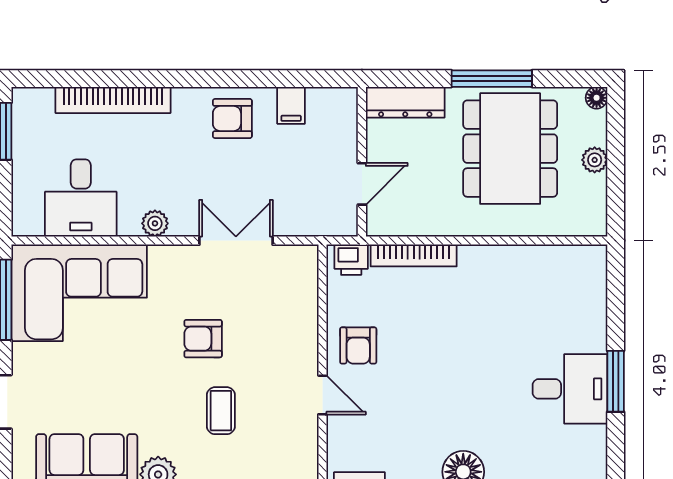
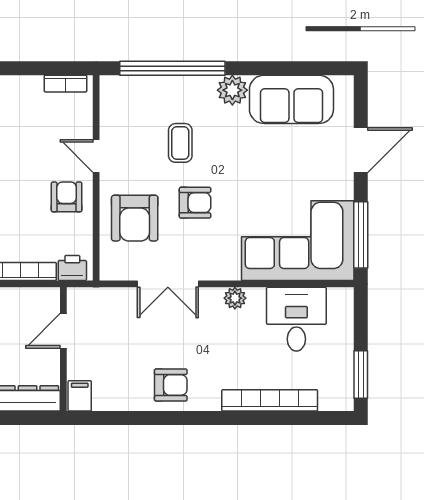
filing cabinet: (291, 105) -> (80, 396), moved
armchair: (276, 320) -> (135, 218), added

